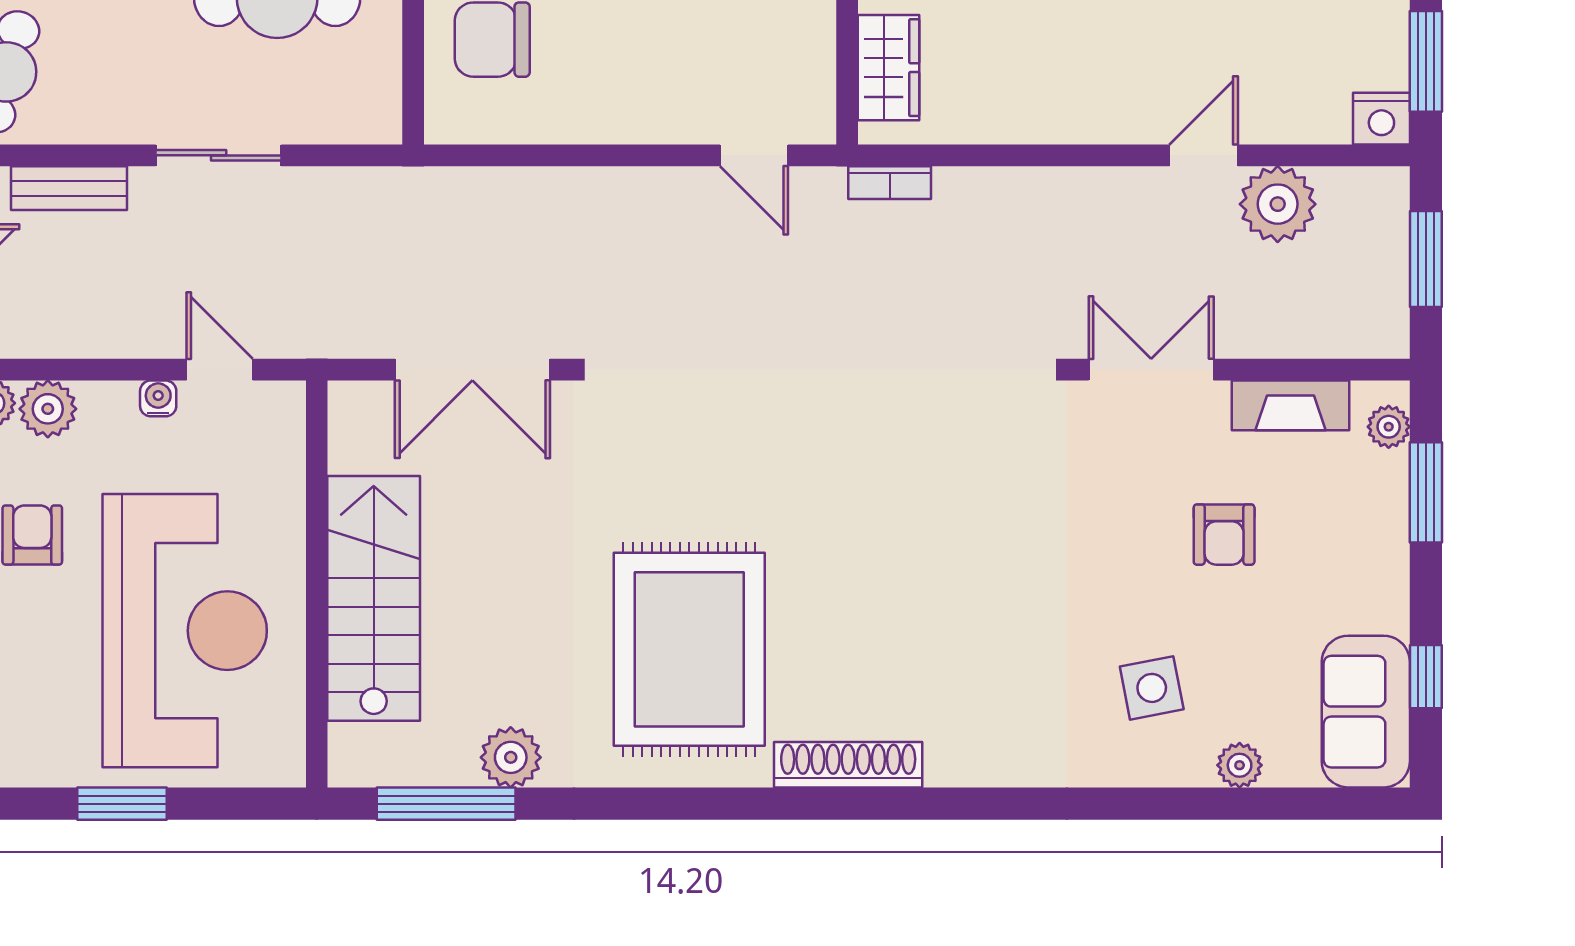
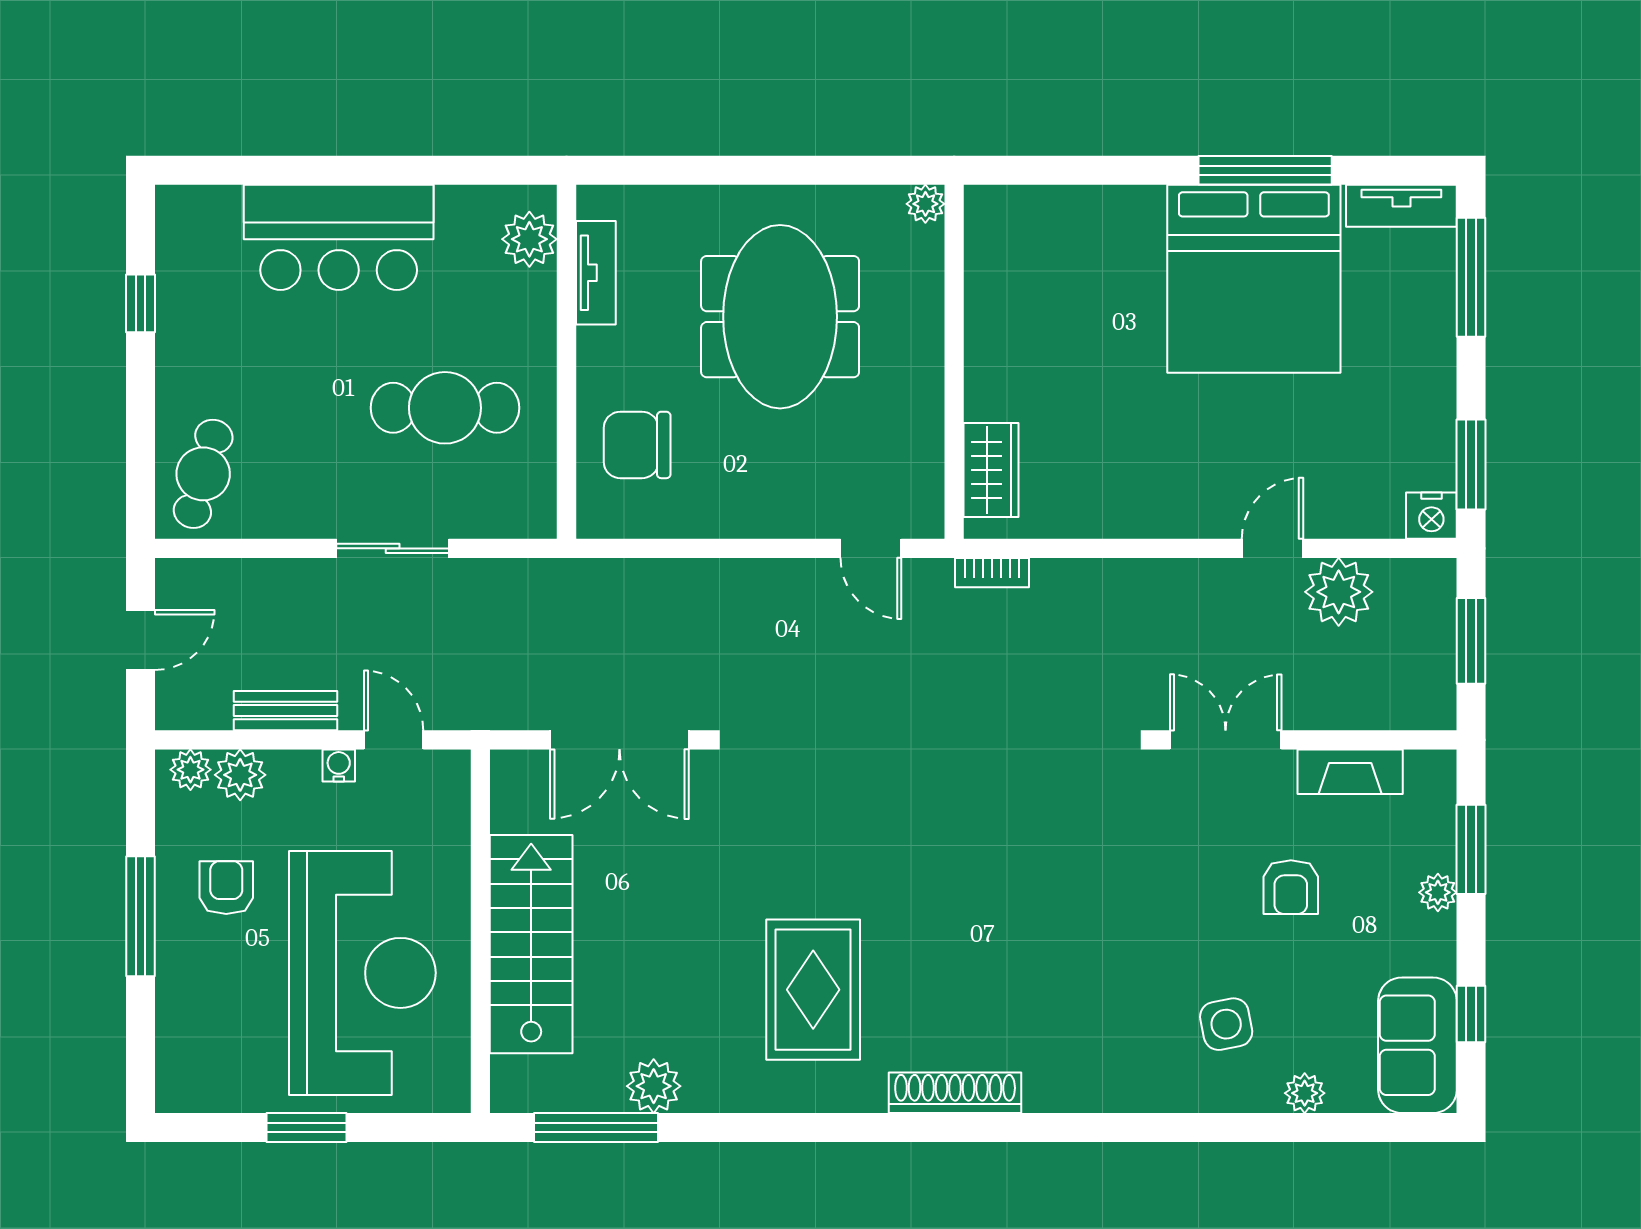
bench: (69, 188) -> (286, 711), moved
plant: (1389, 427) -> (1438, 892), moved
rug: (689, 649) -> (813, 990), width x0.73, depth x0.69

